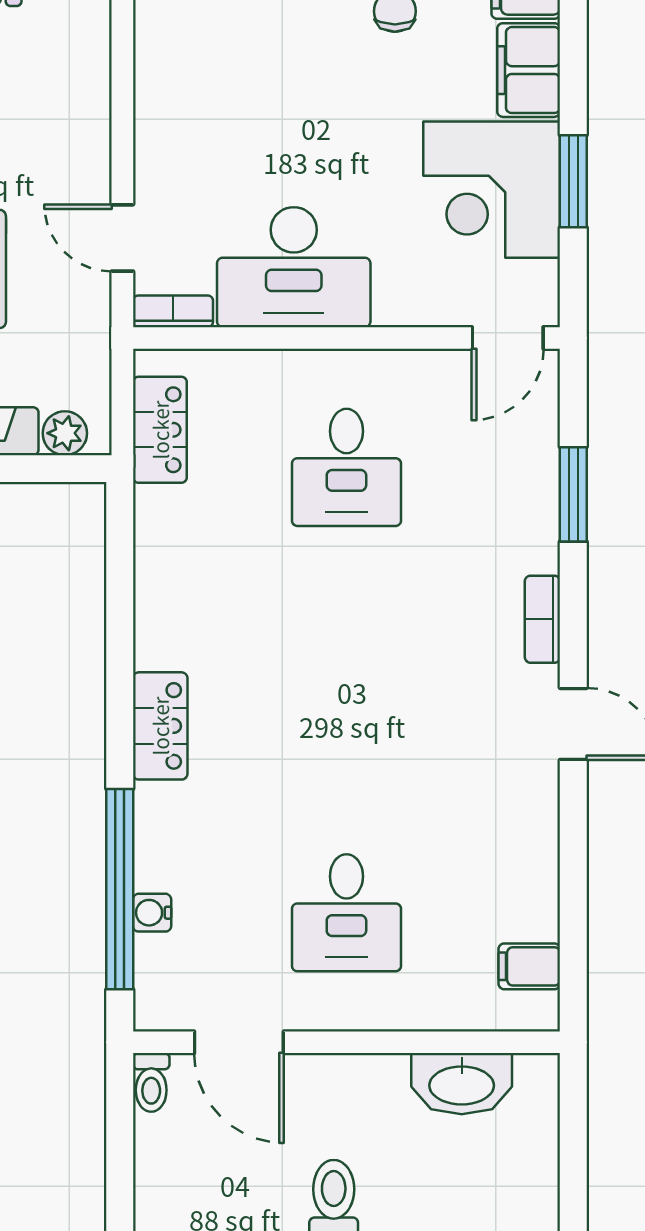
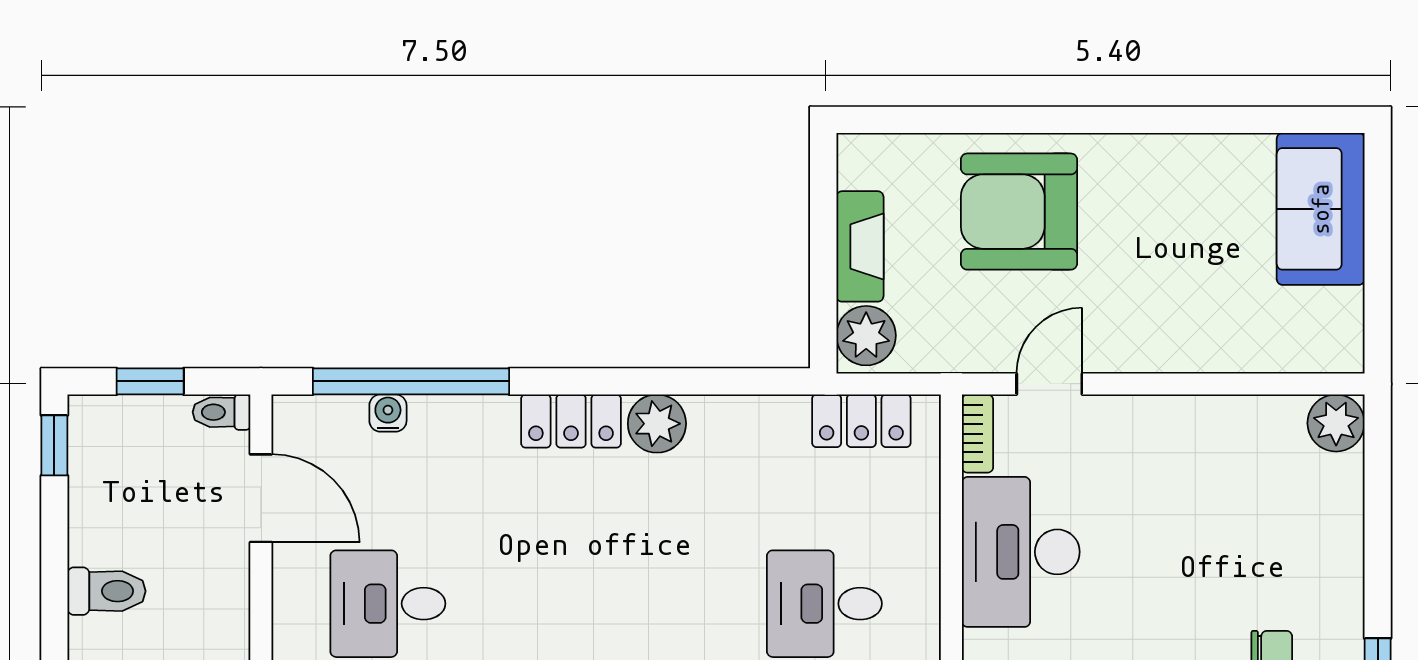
plant: (65, 433) -> (866, 336), width x1.38, depth x1.38
plant: (163, 638) -> (657, 424), added
door: (239, 1042) -> (261, 498), swing flipped
window: (120, 1155) -> (150, 381), added

